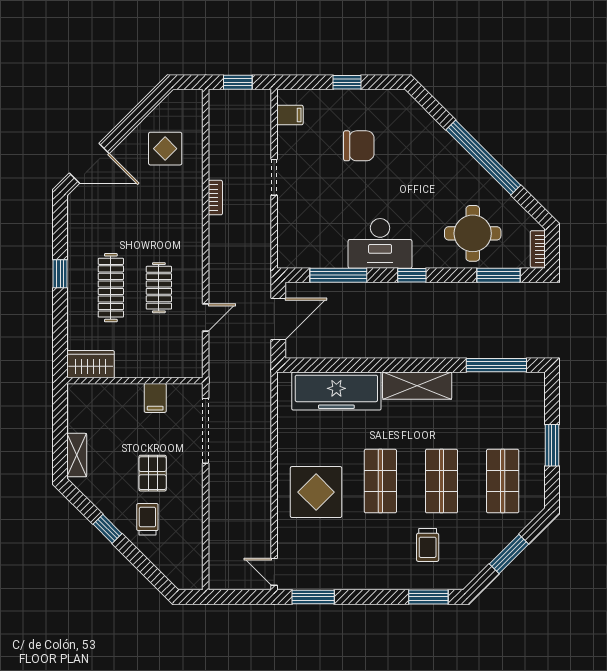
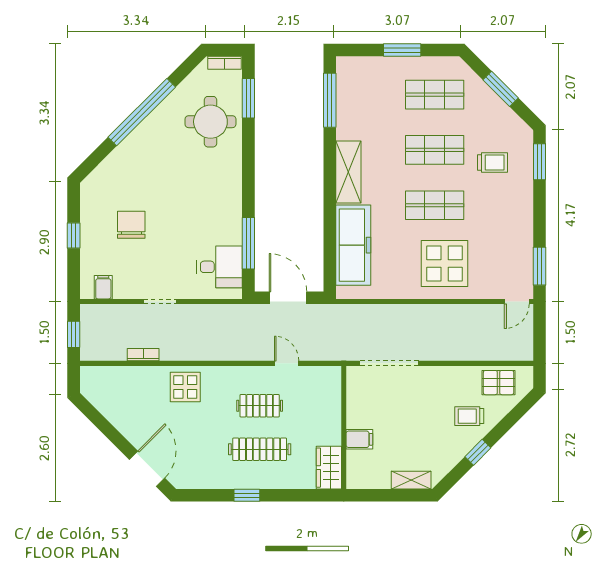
display table: (165, 149) -> (185, 387), moved
bookcase: (215, 198) -> (143, 355), moved
desk: (380, 243) -> (220, 267), moved, width x0.73
window: (412, 275) -> (248, 177), removed
filing cabinet: (155, 398) -> (359, 439), moved
pallet: (153, 473) -> (499, 383), moved

